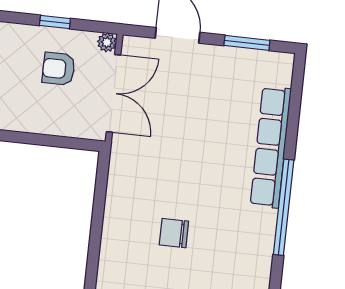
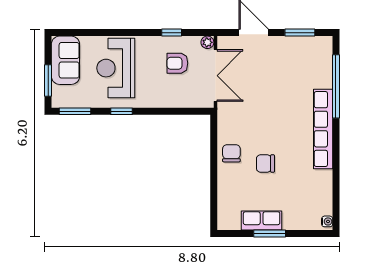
row of seats: (271, 147) -> (323, 129), moved
window: (284, 207) -> (336, 86), moved
chair: (125, 212) -> (231, 153), added

